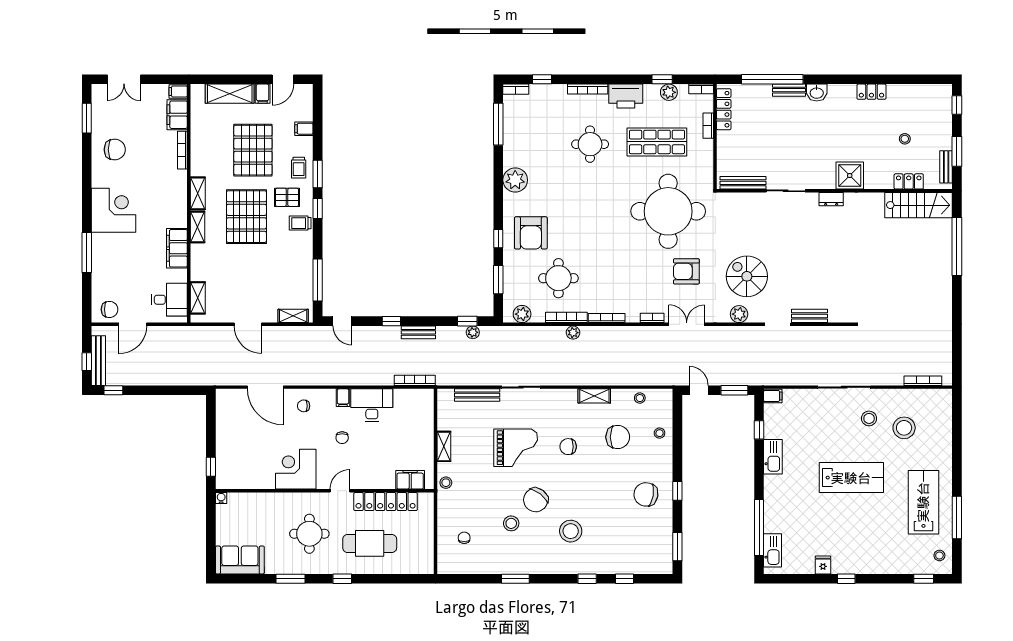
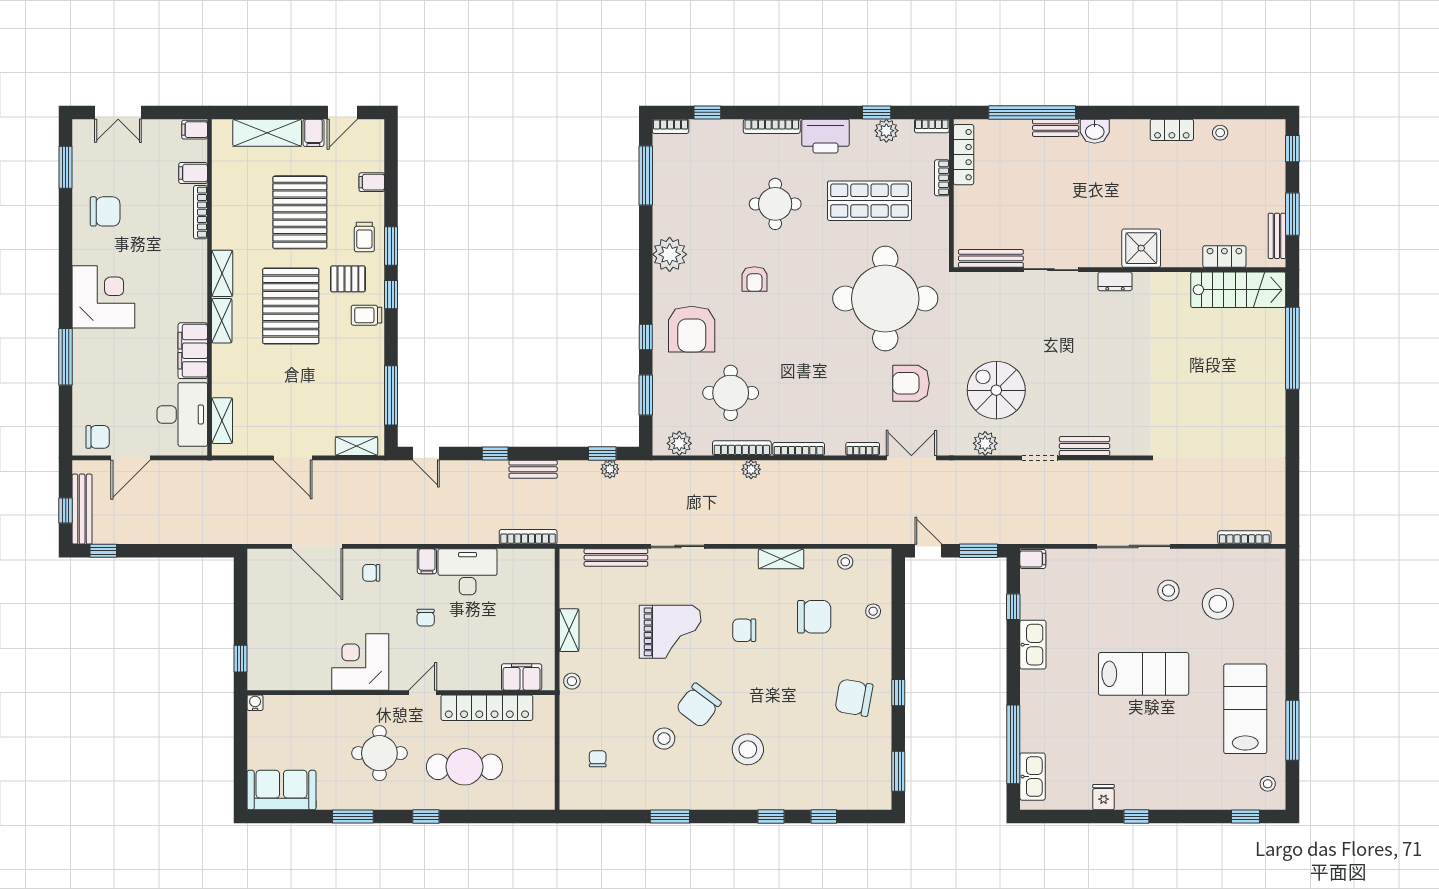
filing cabinet: (177, 115) -> (193, 173), width x0.50
stool: (905, 139) -> (1220, 133), moved
armchair: (575, 197) -> (754, 279), added
desk: (169, 300) -> (182, 414), width x1.37

